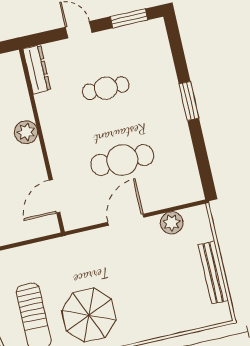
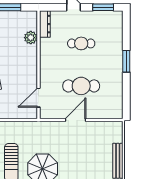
plant: (26, 132) -> (31, 38), moved
plant: (172, 223) -> (101, 128), removed

